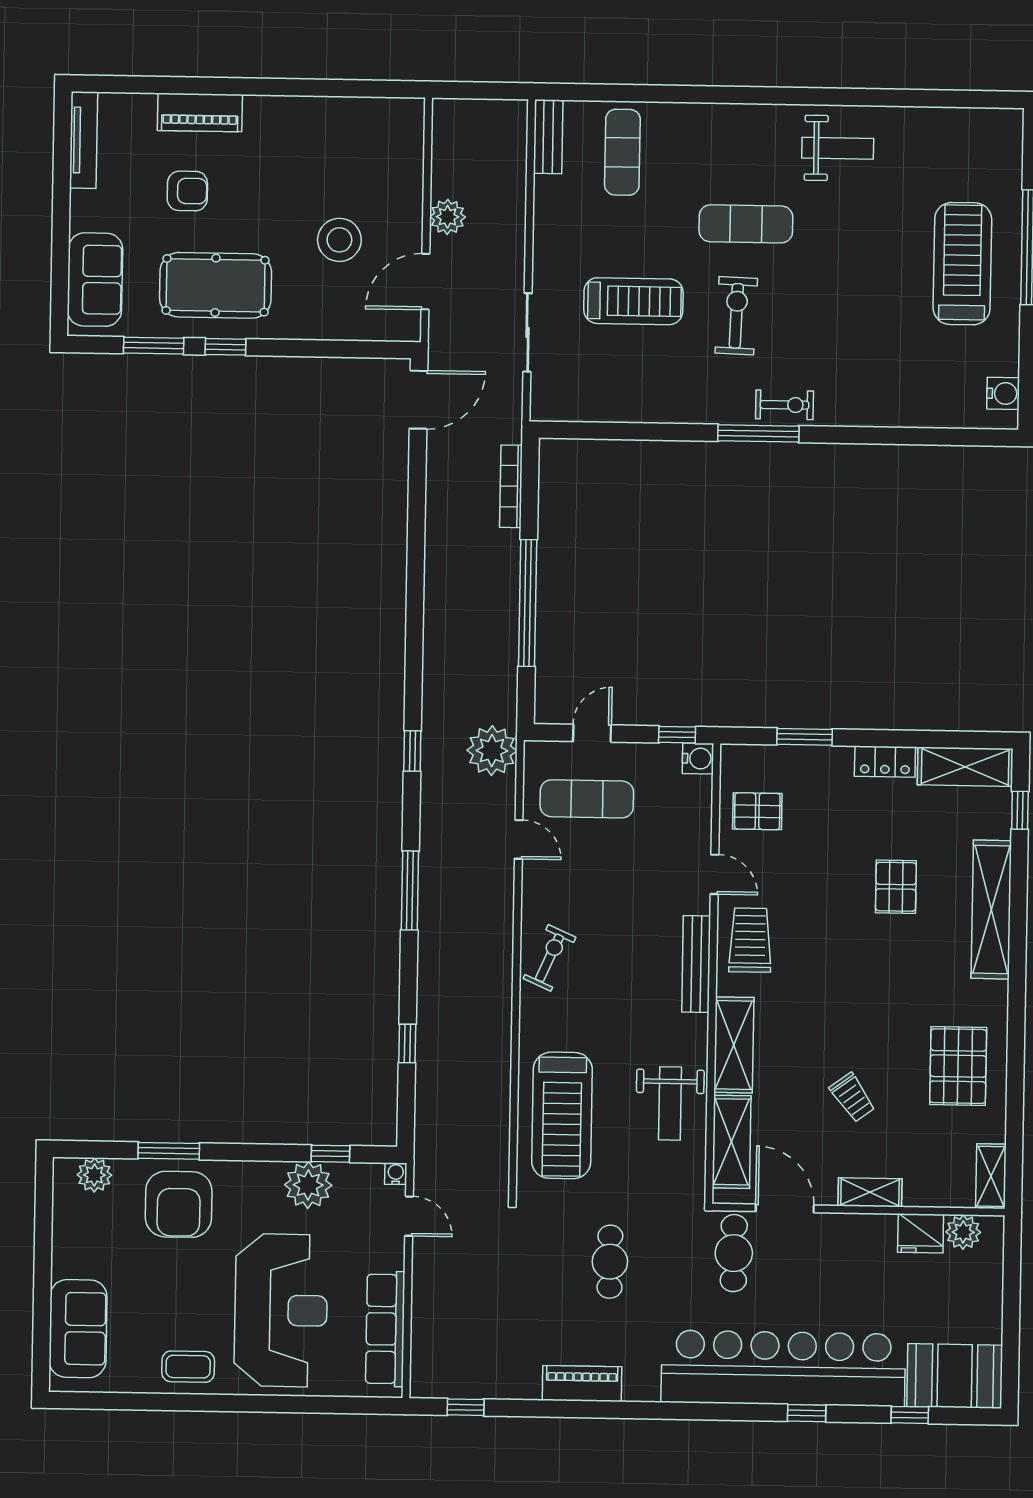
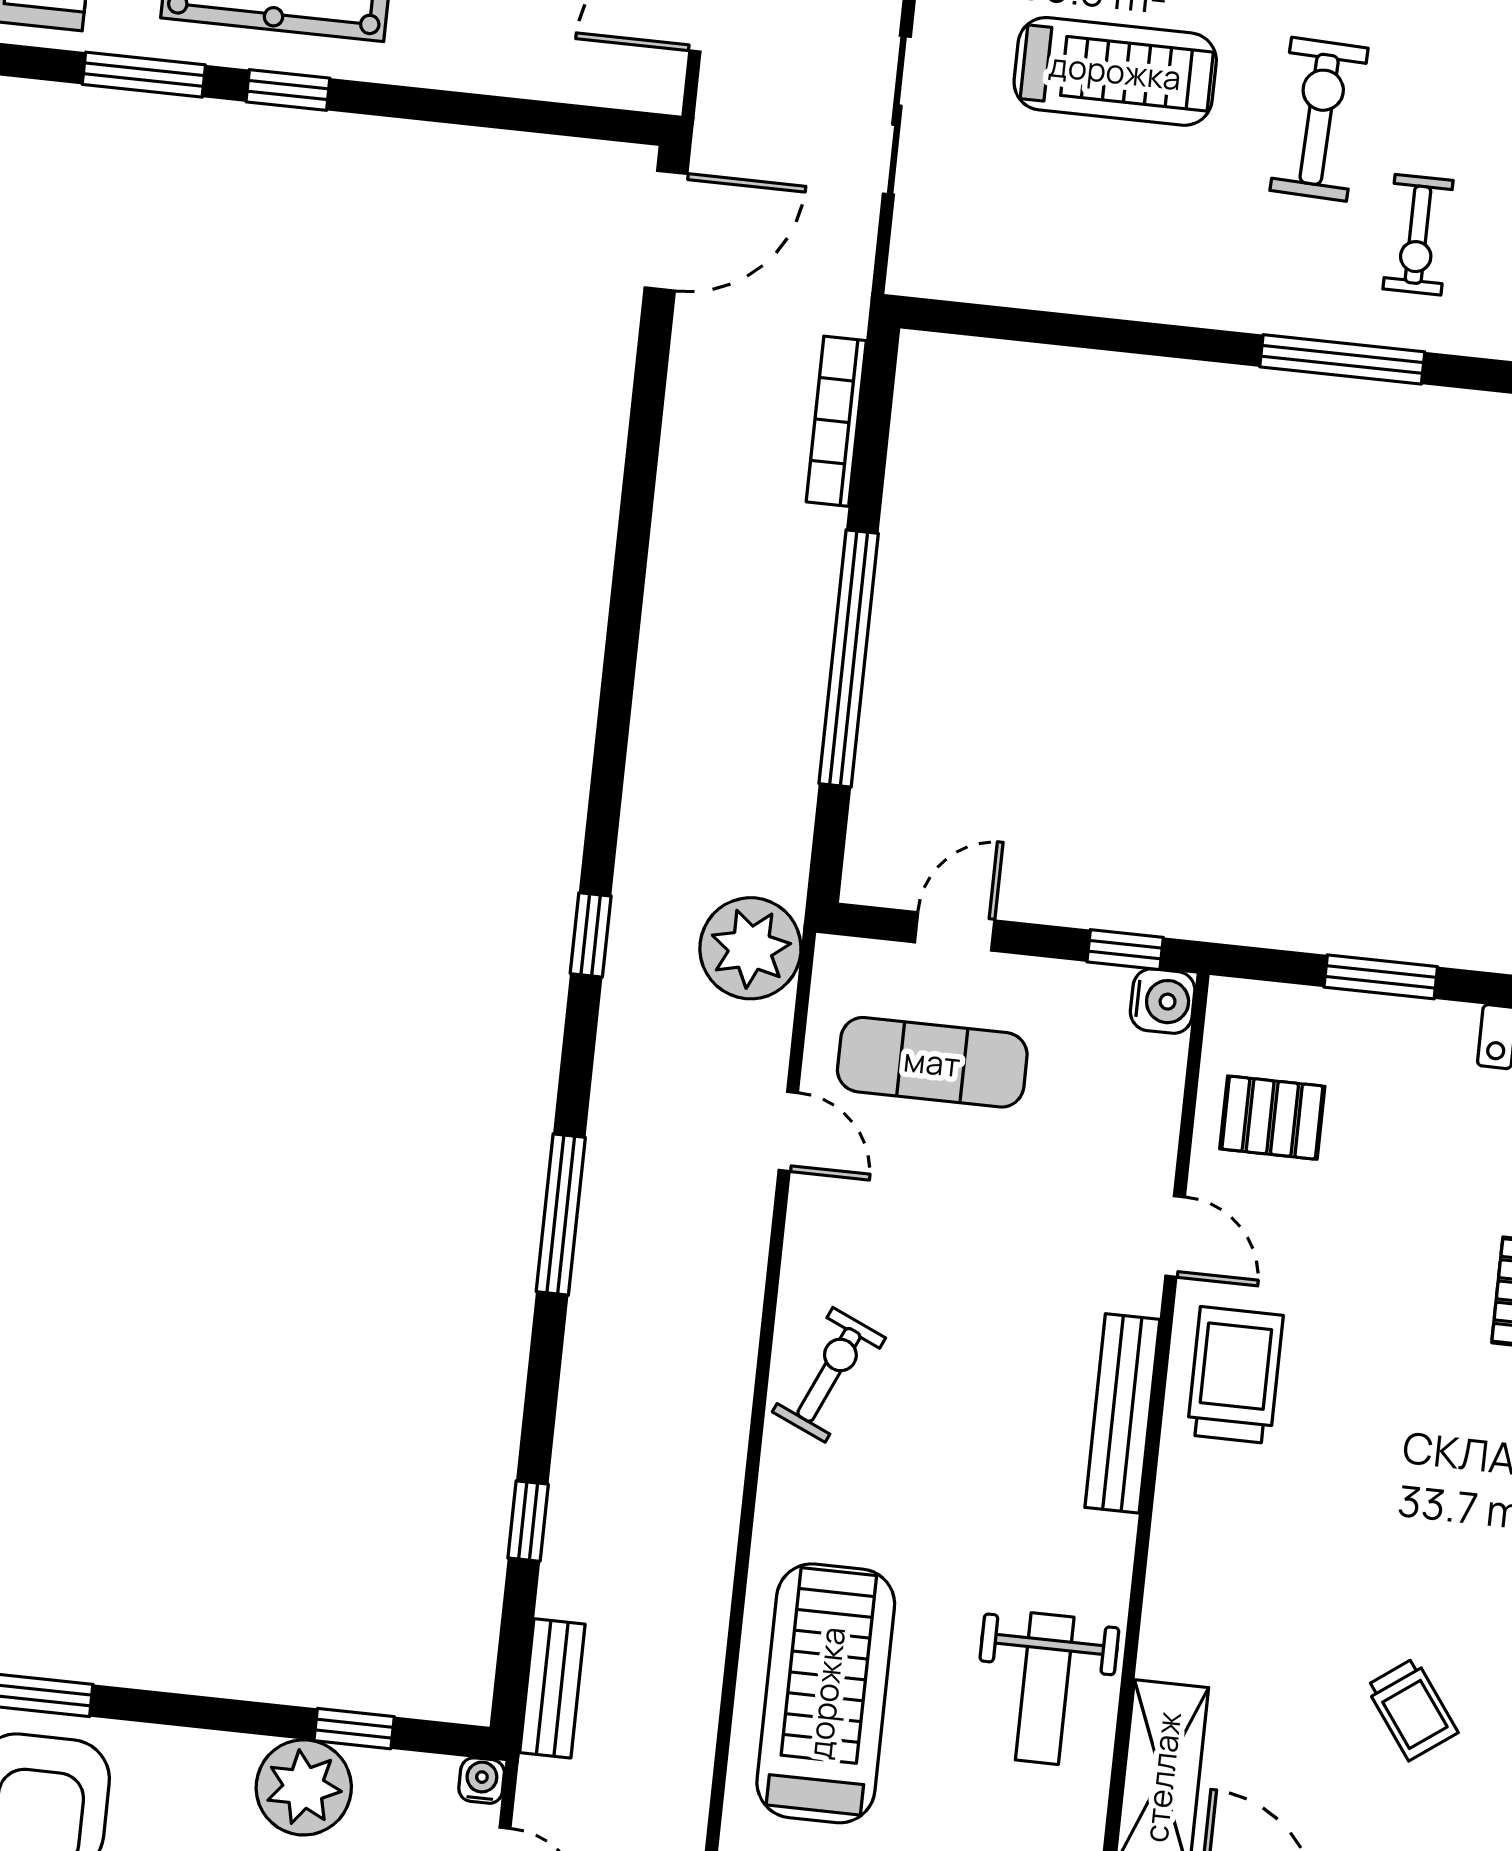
exercise bike: (784, 405) -> (1418, 235), moved, turned 90
shelving: (734, 1045) -> (1183, 1583), removed
treadmill: (562, 1115) -> (826, 1693), turned 180
bench: (427, 1125) -> (552, 1688), added

